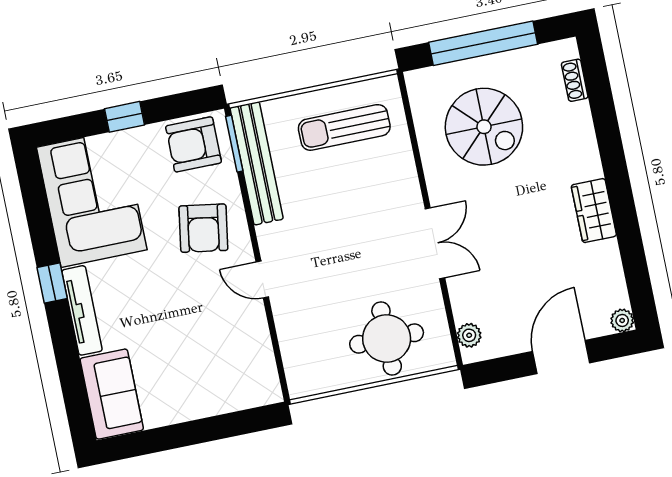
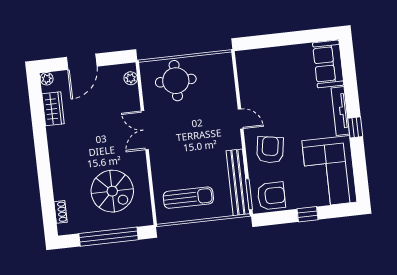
spiral stairs: (484, 127) -> (112, 191), turned 180
wardrobe: (594, 211) -> (53, 109), moved

